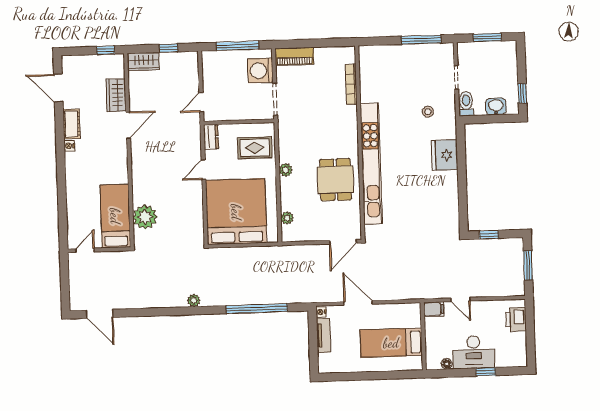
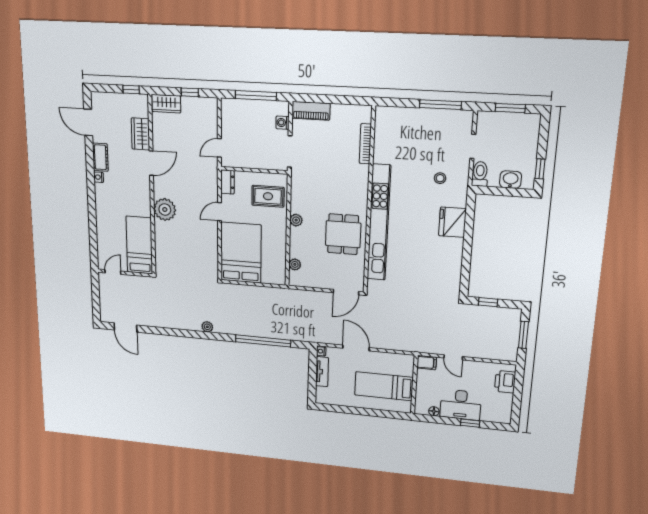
washing machine: (260, 71) -> (283, 123), width x0.53, depth x0.53
bed: (236, 212) -> (241, 253), width x0.73
plant: (145, 217) -> (165, 209), moved

